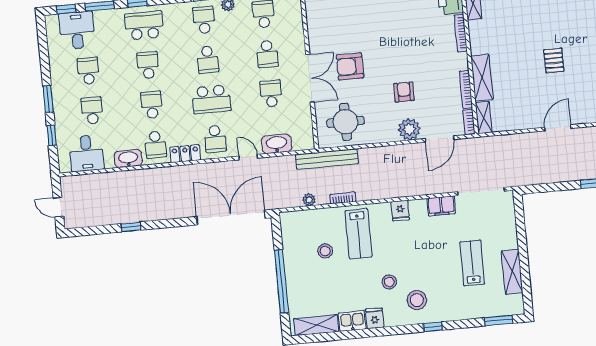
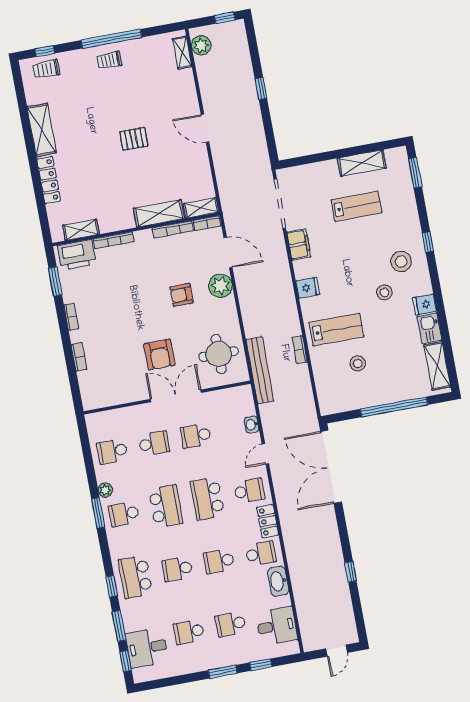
school desk: (208, 60) -> (166, 506), width x1.85
school desk: (211, 99) -> (207, 499), turned 180
washbasin: (277, 144) -> (251, 425), width x0.52, depth x0.69
plant: (309, 200) -> (305, 385), removed
lab bench: (472, 263) -> (356, 206), turned 180

